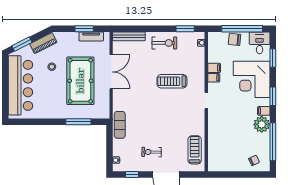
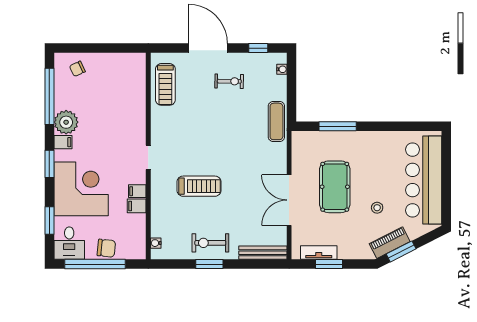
window: (185, 29) -> (209, 264), moved
window: (22, 44) -> (401, 251), moved
pool table: (80, 81) -> (335, 187), width x0.73, depth x0.76

